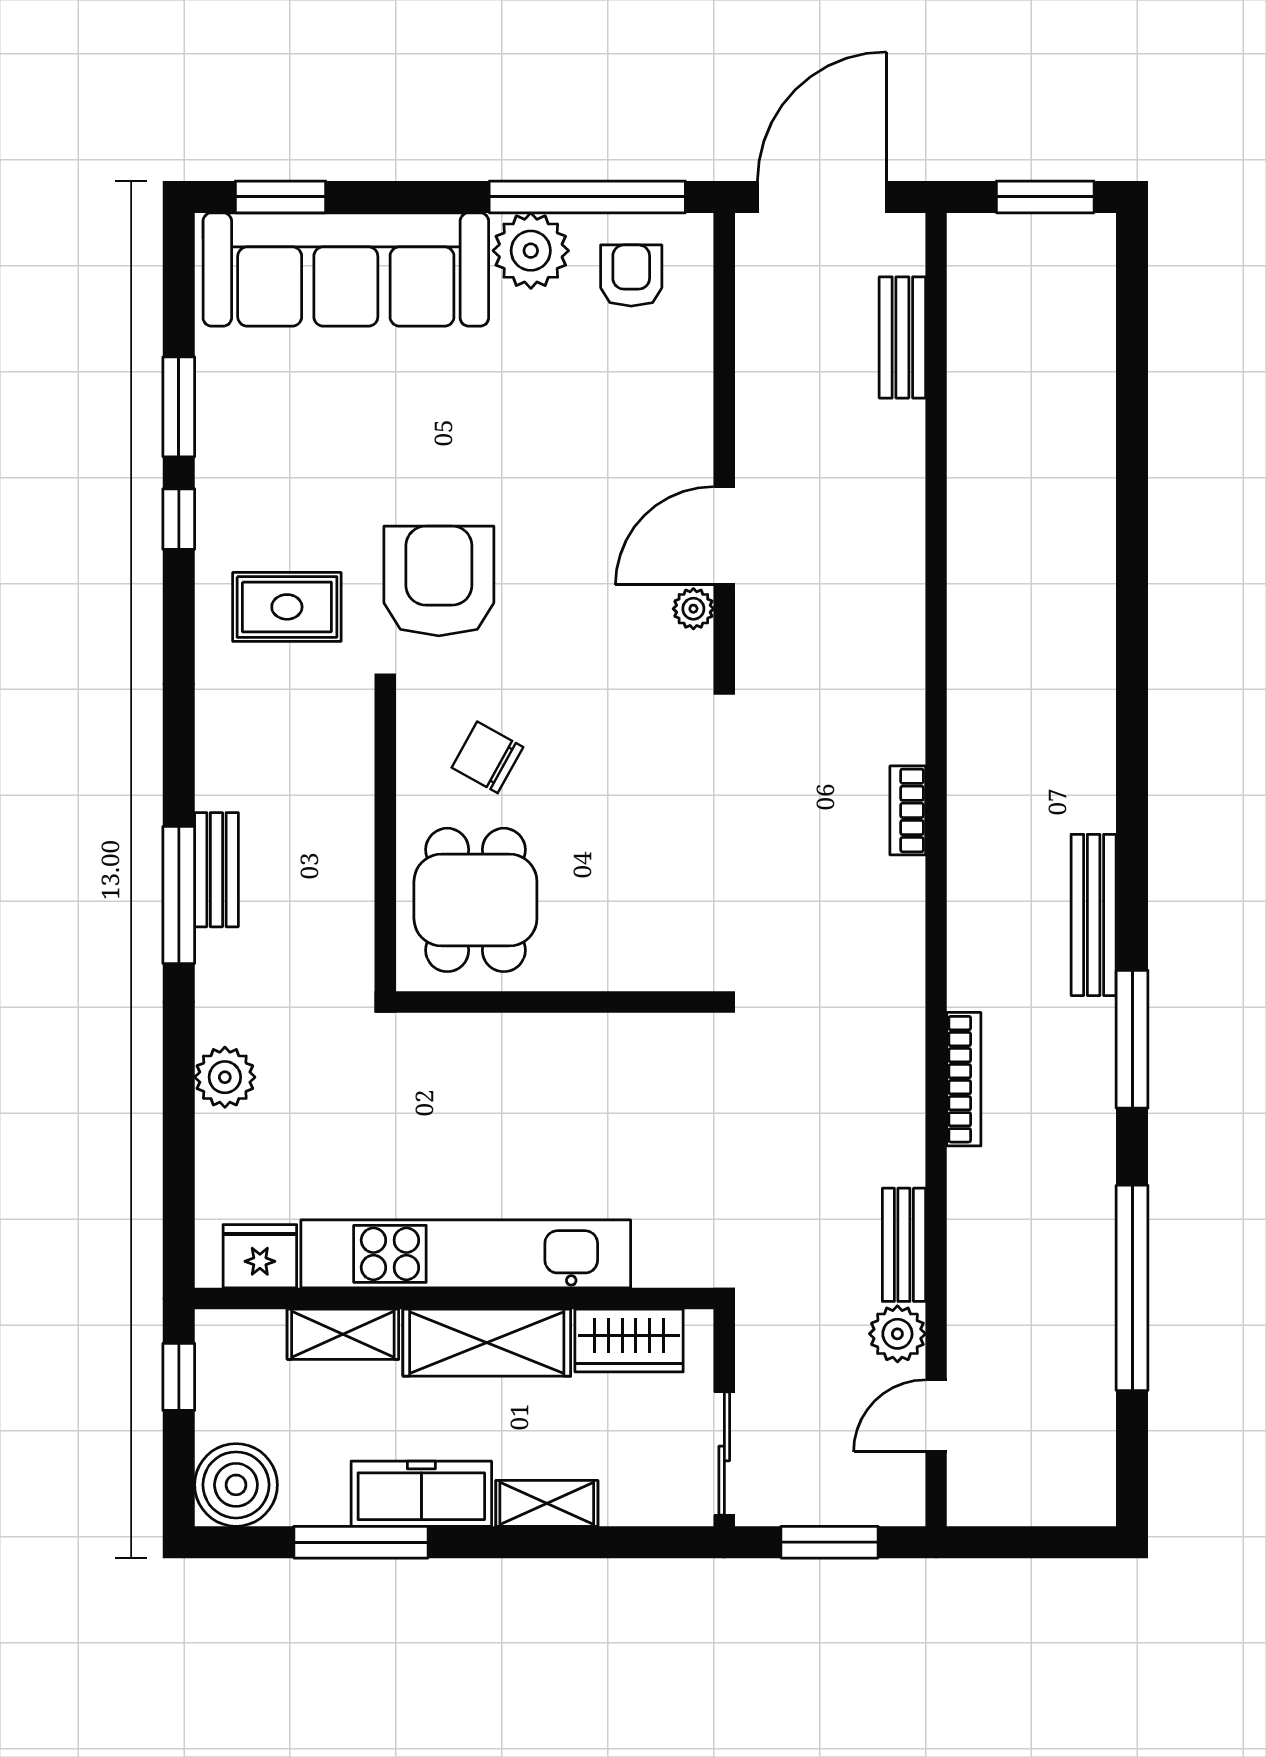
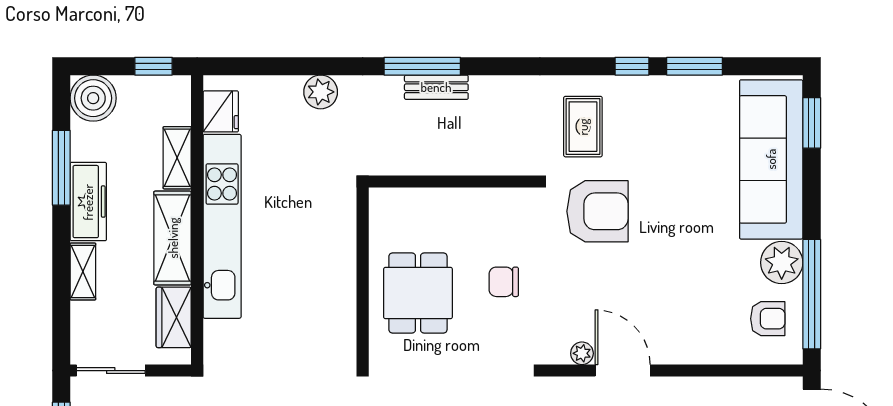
chair: (487, 757) -> (504, 282), moved, turned -119
dining table: (475, 900) -> (418, 293), moved, turned 90

